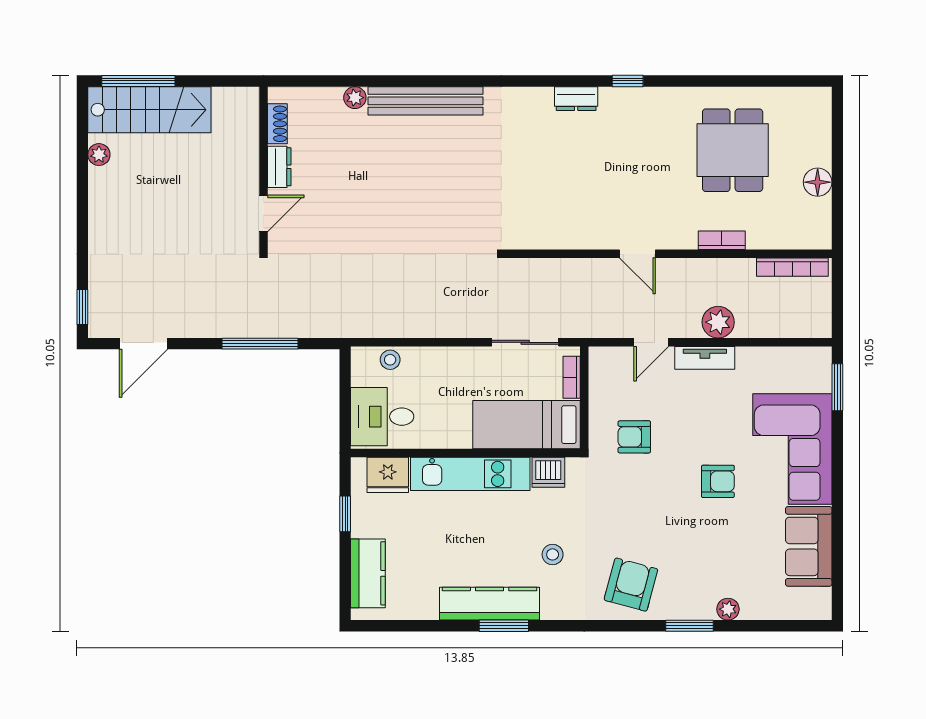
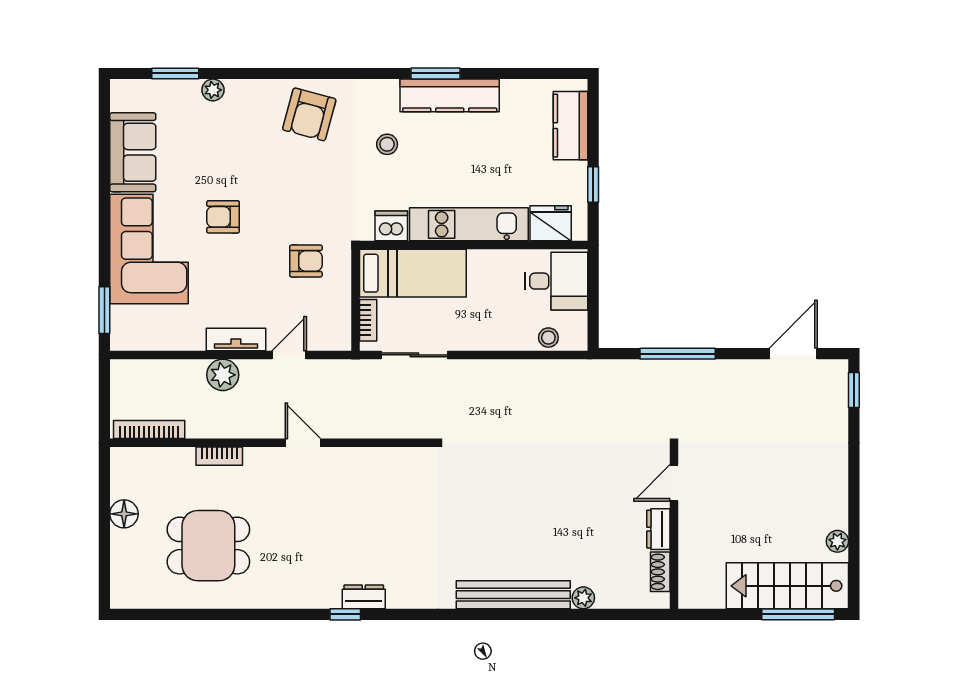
window: (628, 81) -> (345, 614), moved
dining table: (733, 150) -> (208, 546), turned 90
window: (690, 626) -> (175, 73), moved

